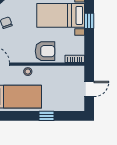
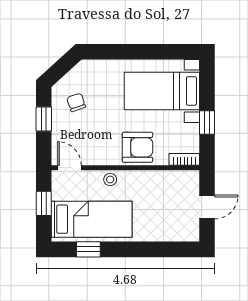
window: (89, 21) -> (207, 122), moved
window: (46, 116) -> (88, 249), moved

